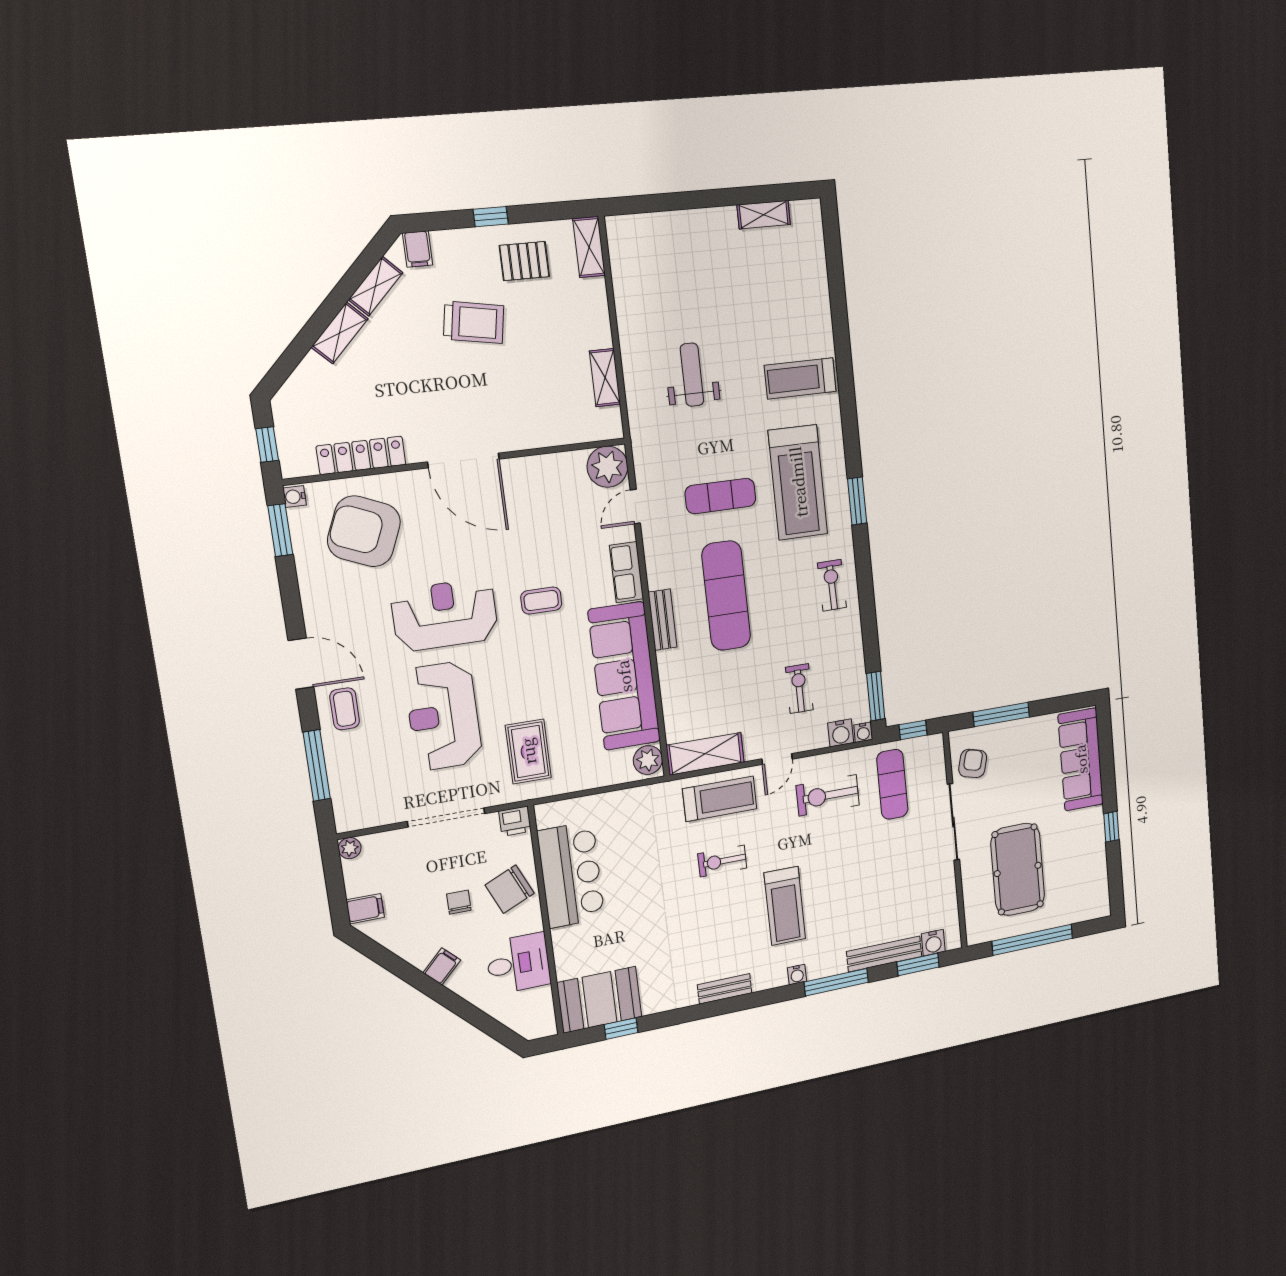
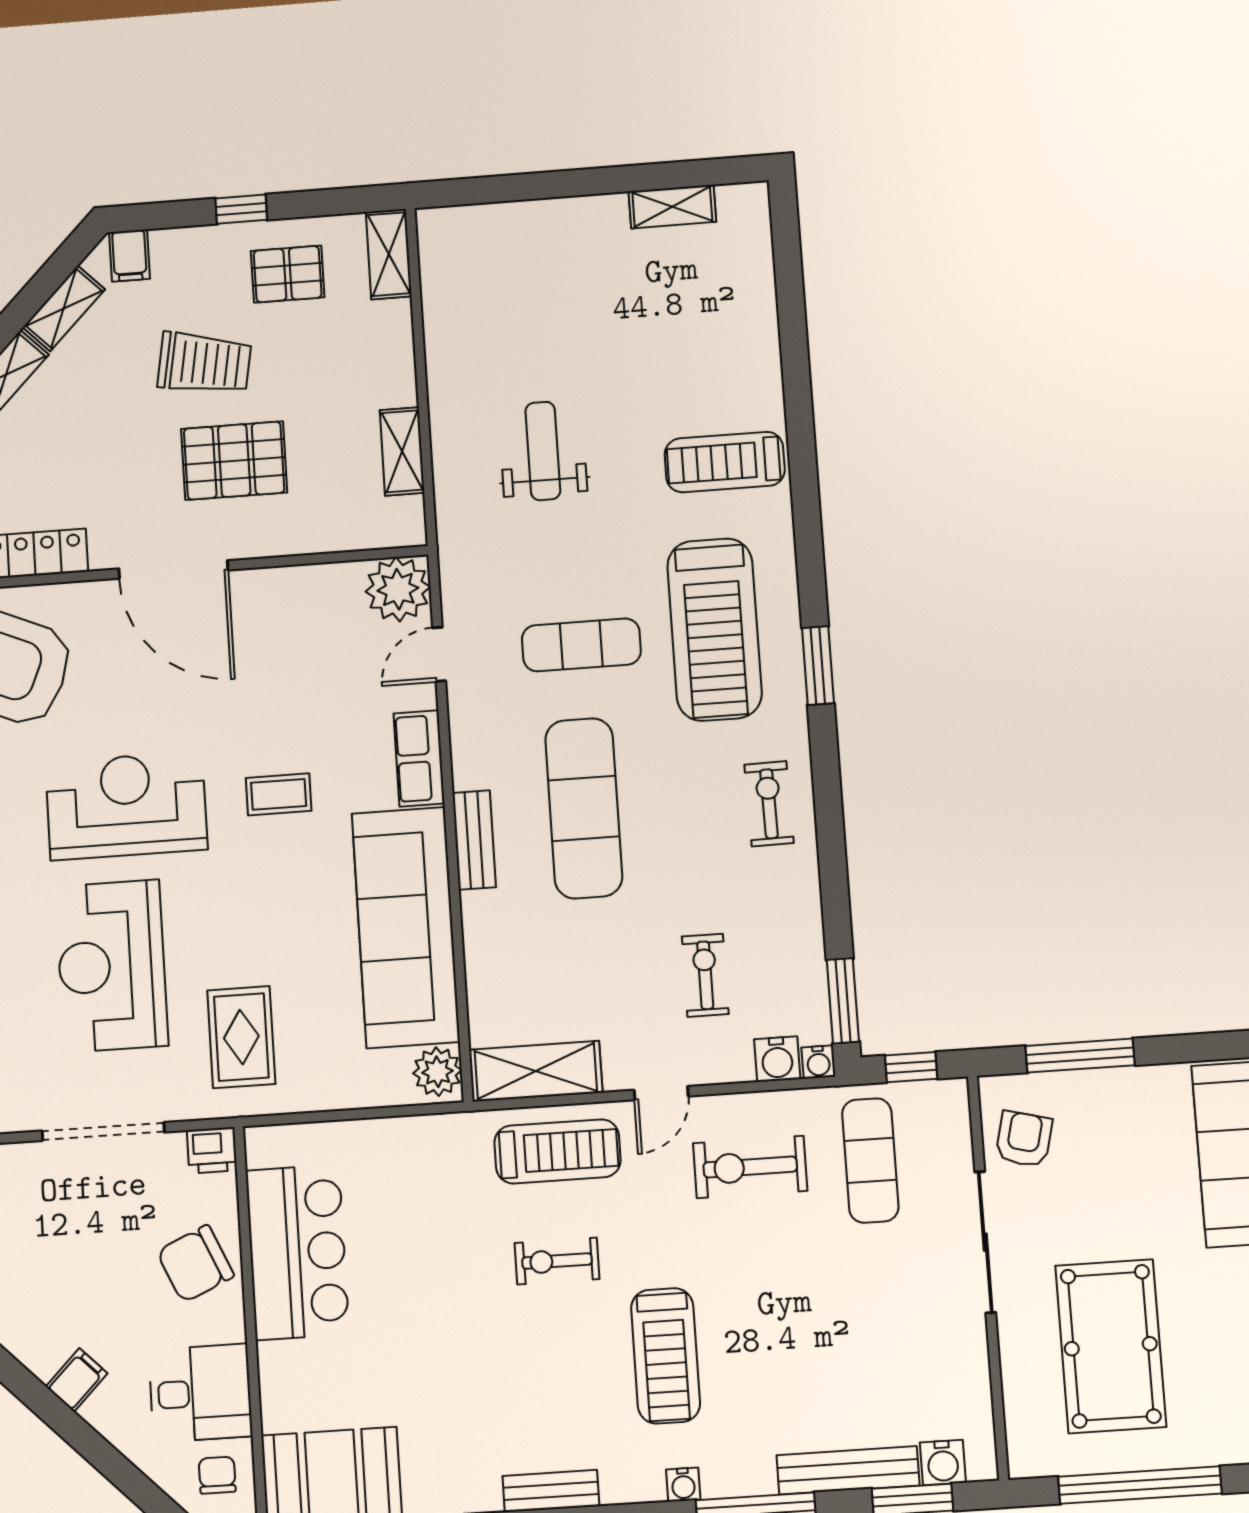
pallet: (498, 387) -> (234, 461), added
chair: (459, 902) -> (217, 1475), moved

